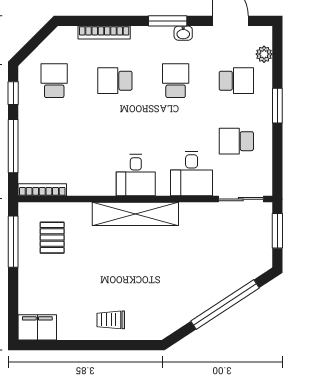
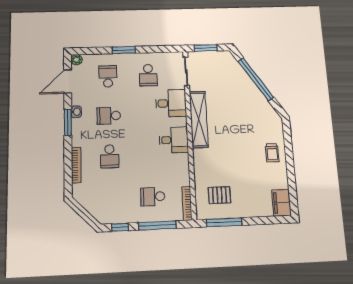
plant: (264, 54) -> (76, 60), moved
school desk: (54, 81) -> (153, 197), moved
shelving: (135, 214) -> (199, 119), moved

